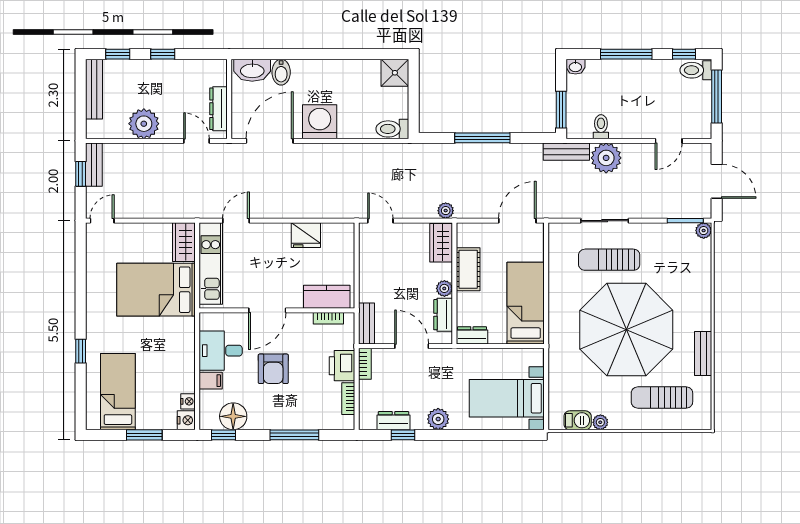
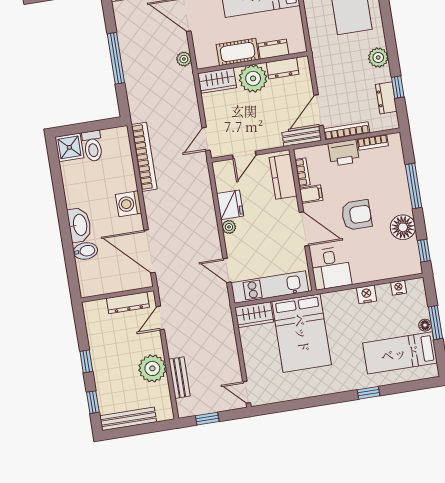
washbasin: (252, 70) -> (79, 225), moved
washing machine: (320, 122) -> (129, 204), width x0.73, depth x0.73
toilet: (392, 129) -> (93, 146), moved
bookcase: (372, 151) -> (144, 157), added
bench: (94, 165) -> (179, 378), moved, turned 90
plant: (446, 211) -> (184, 59), moved
plant: (282, 230) -> (229, 227), added
door: (357, 259) -> (244, 155), added
plant: (444, 288) -> (253, 78), width x1.87, depth x1.87
dresser: (472, 335) -> (273, 49), moved, turned 90
door: (412, 346) -> (319, 110), moved
desk: (221, 351) -> (331, 268), moved
bookcase: (365, 364) -> (347, 131), width x1.56
filing cabinet: (211, 381) -> (311, 194), moved, turned 90
floor lamp: (233, 416) -> (403, 227), moved
nightstand: (186, 420) -> (367, 294), moved
floor lamp: (143, 423) -> (425, 325), added

